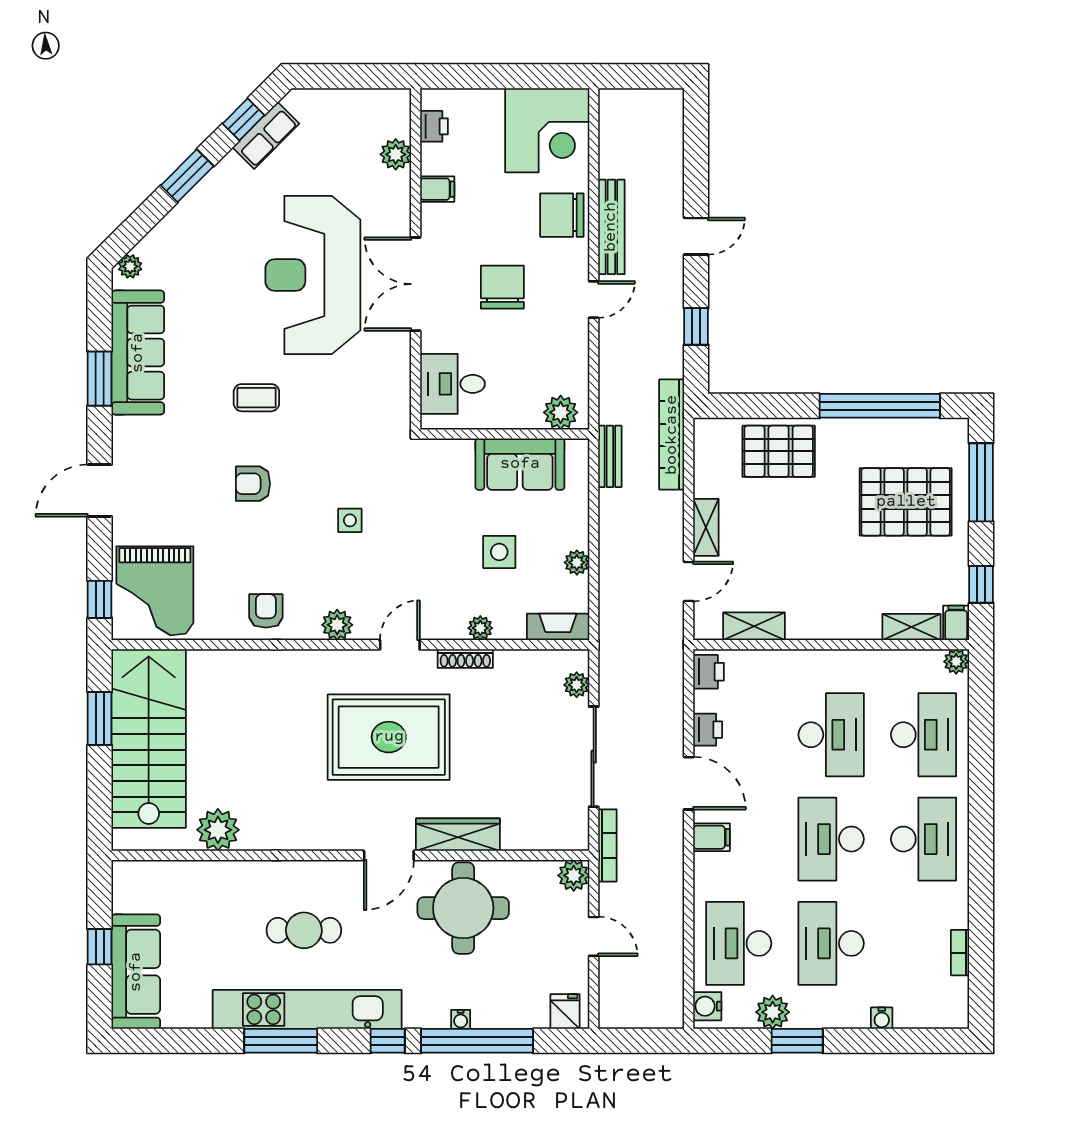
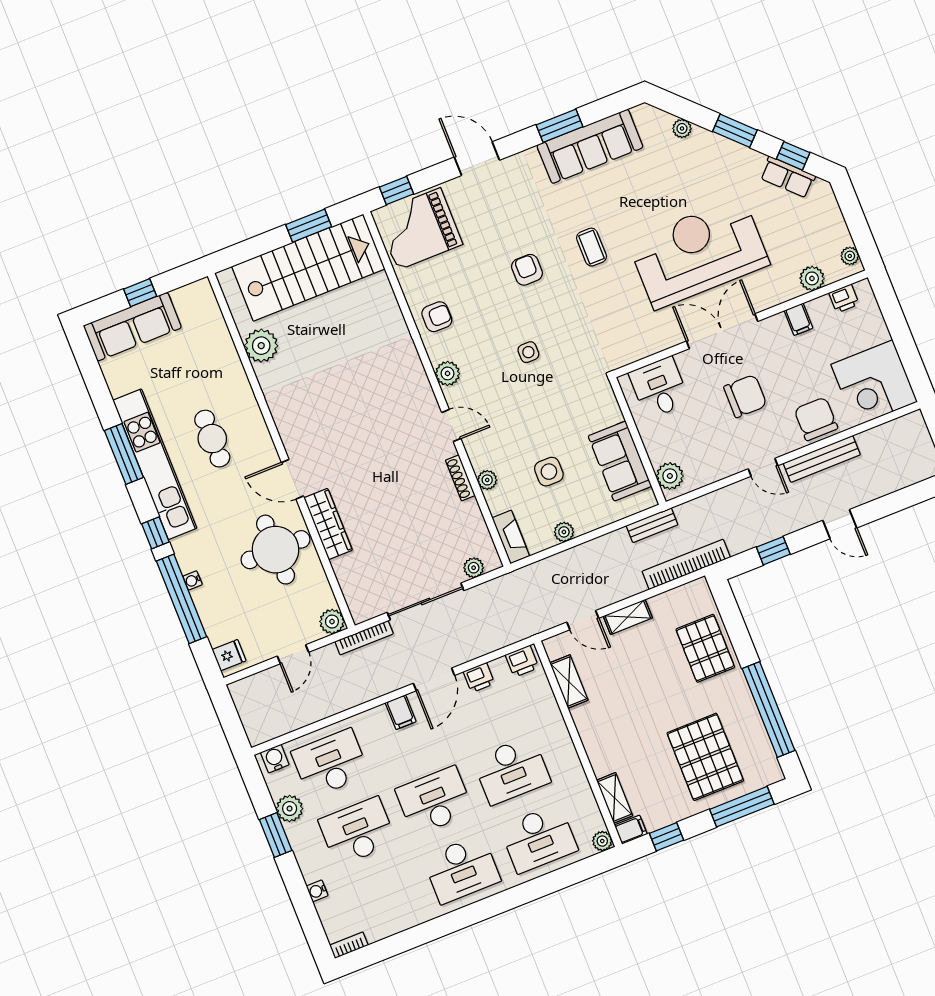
plant: (387, 100) -> (850, 256), added
plant: (130, 266) -> (682, 128), moved
rug: (389, 737) -> (380, 444), removed
bookcase: (960, 953) -> (349, 945), moved

